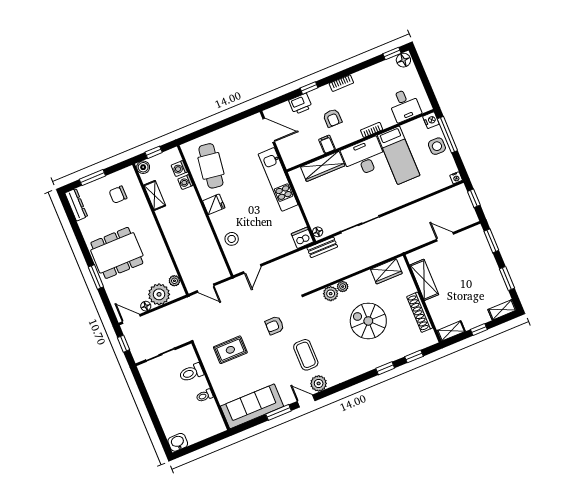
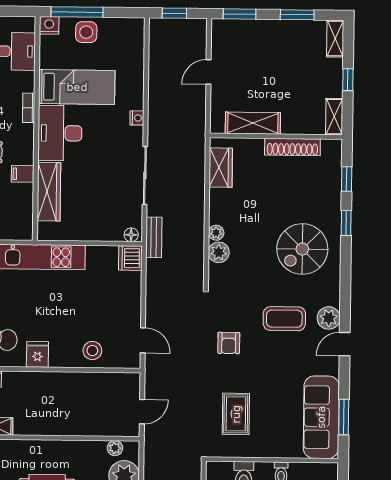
nightstand: (456, 178) -> (137, 118), moved
spiral stairs: (368, 321) -> (302, 249), moved
window: (279, 412) -> (344, 417), moved

